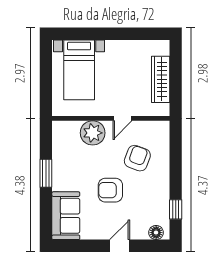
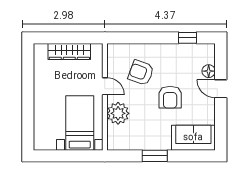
bed with nightstands: (79, 70) -> (80, 123), moved, turned -90
floor lamp: (156, 233) -> (209, 71), moved

